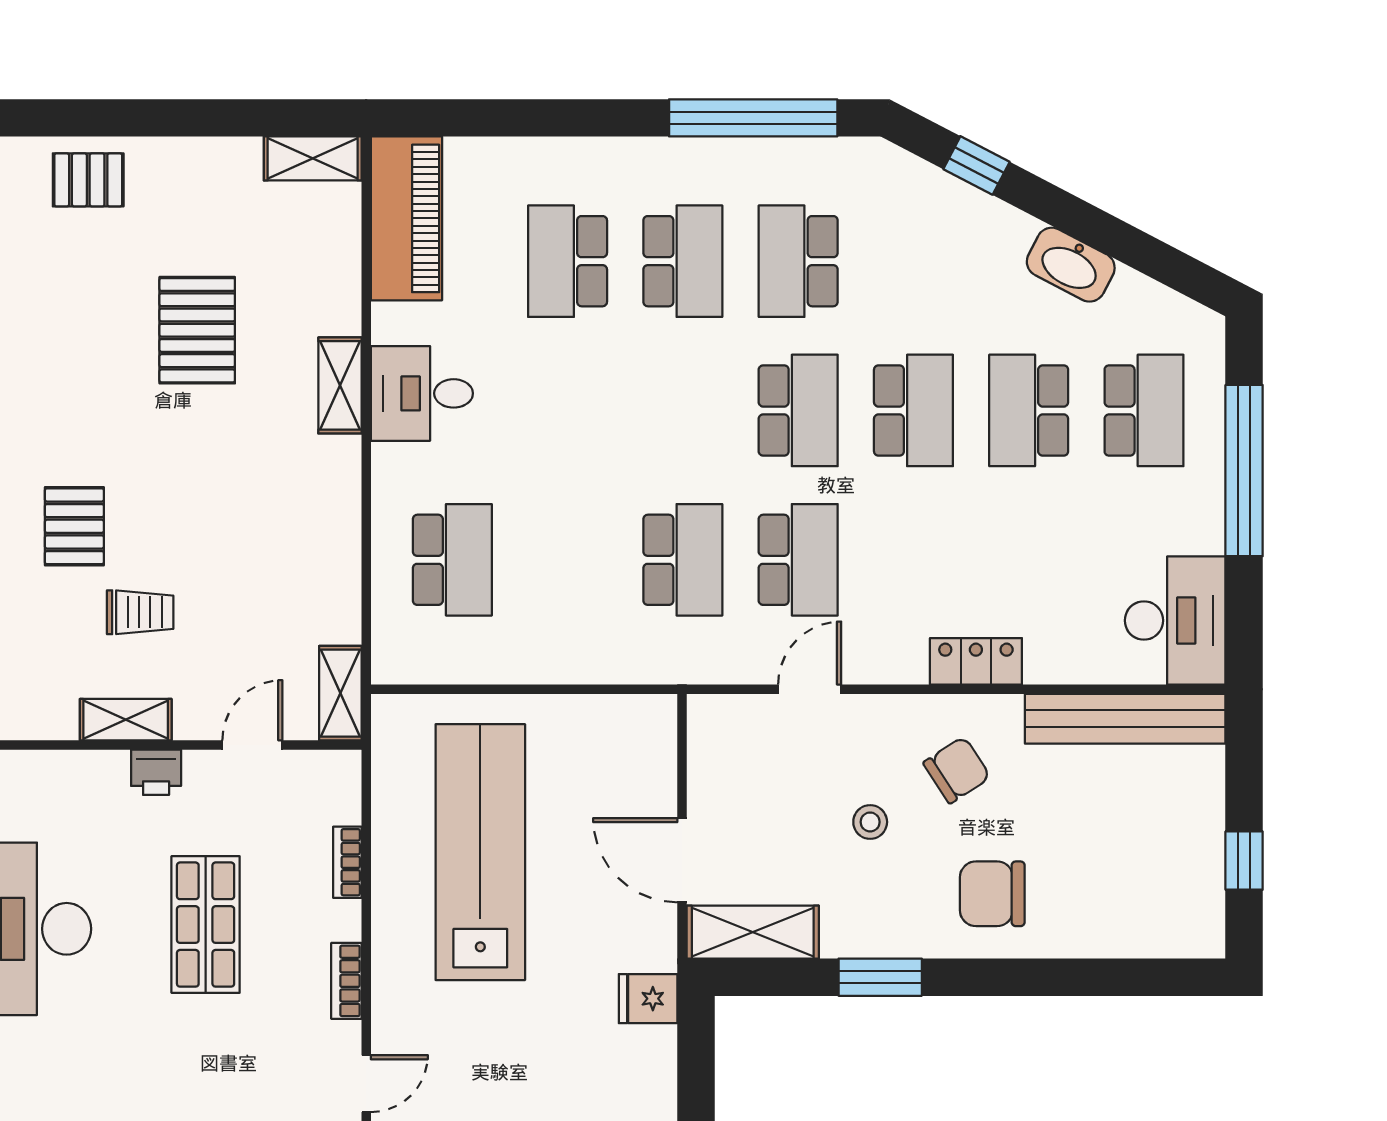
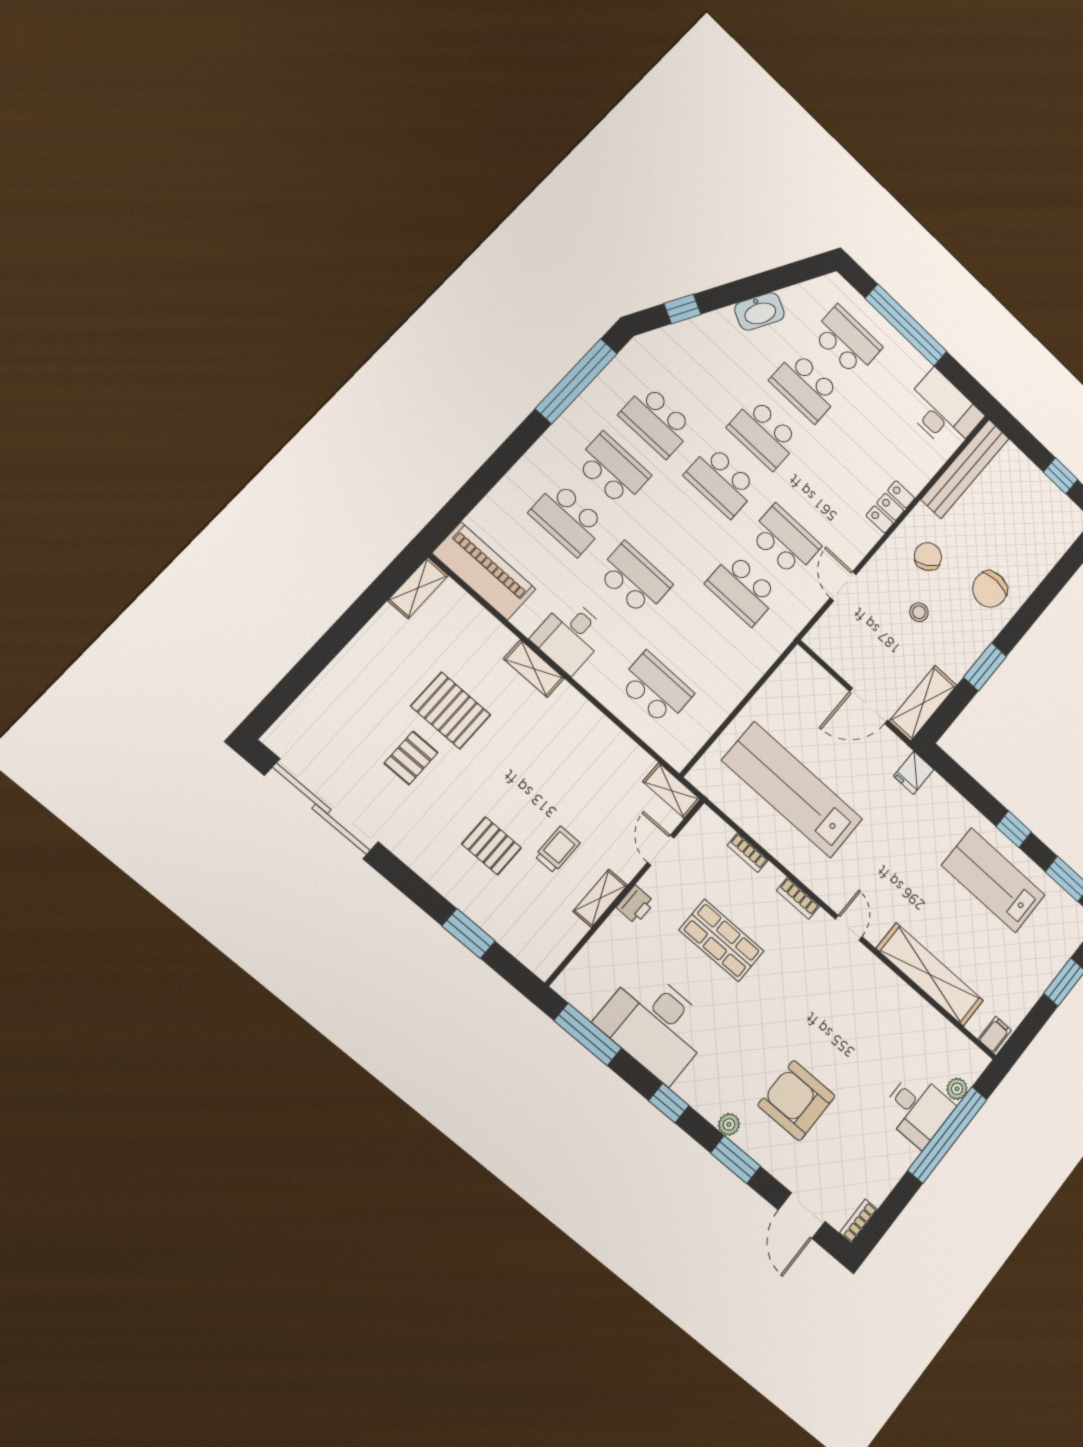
pallet: (88, 180) -> (411, 758), moved
school desk: (568, 410) -> (634, 579), added
school desk: (798, 410) -> (721, 481), turned 180
school desk: (913, 410) -> (764, 434), turned 180
school desk: (683, 560) -> (742, 589), turned 180

